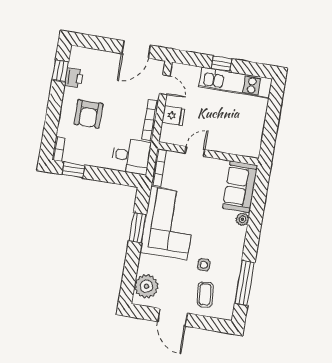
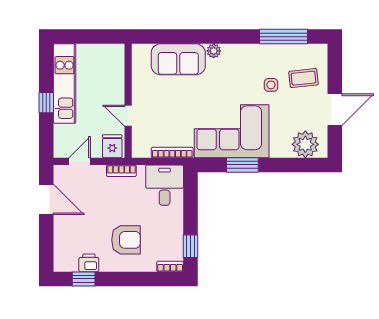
bookcase: (150, 120) -> (121, 171), width x0.64
door: (195, 151) -> (128, 116), moved
wall: (208, 154) -> (128, 101), moved

